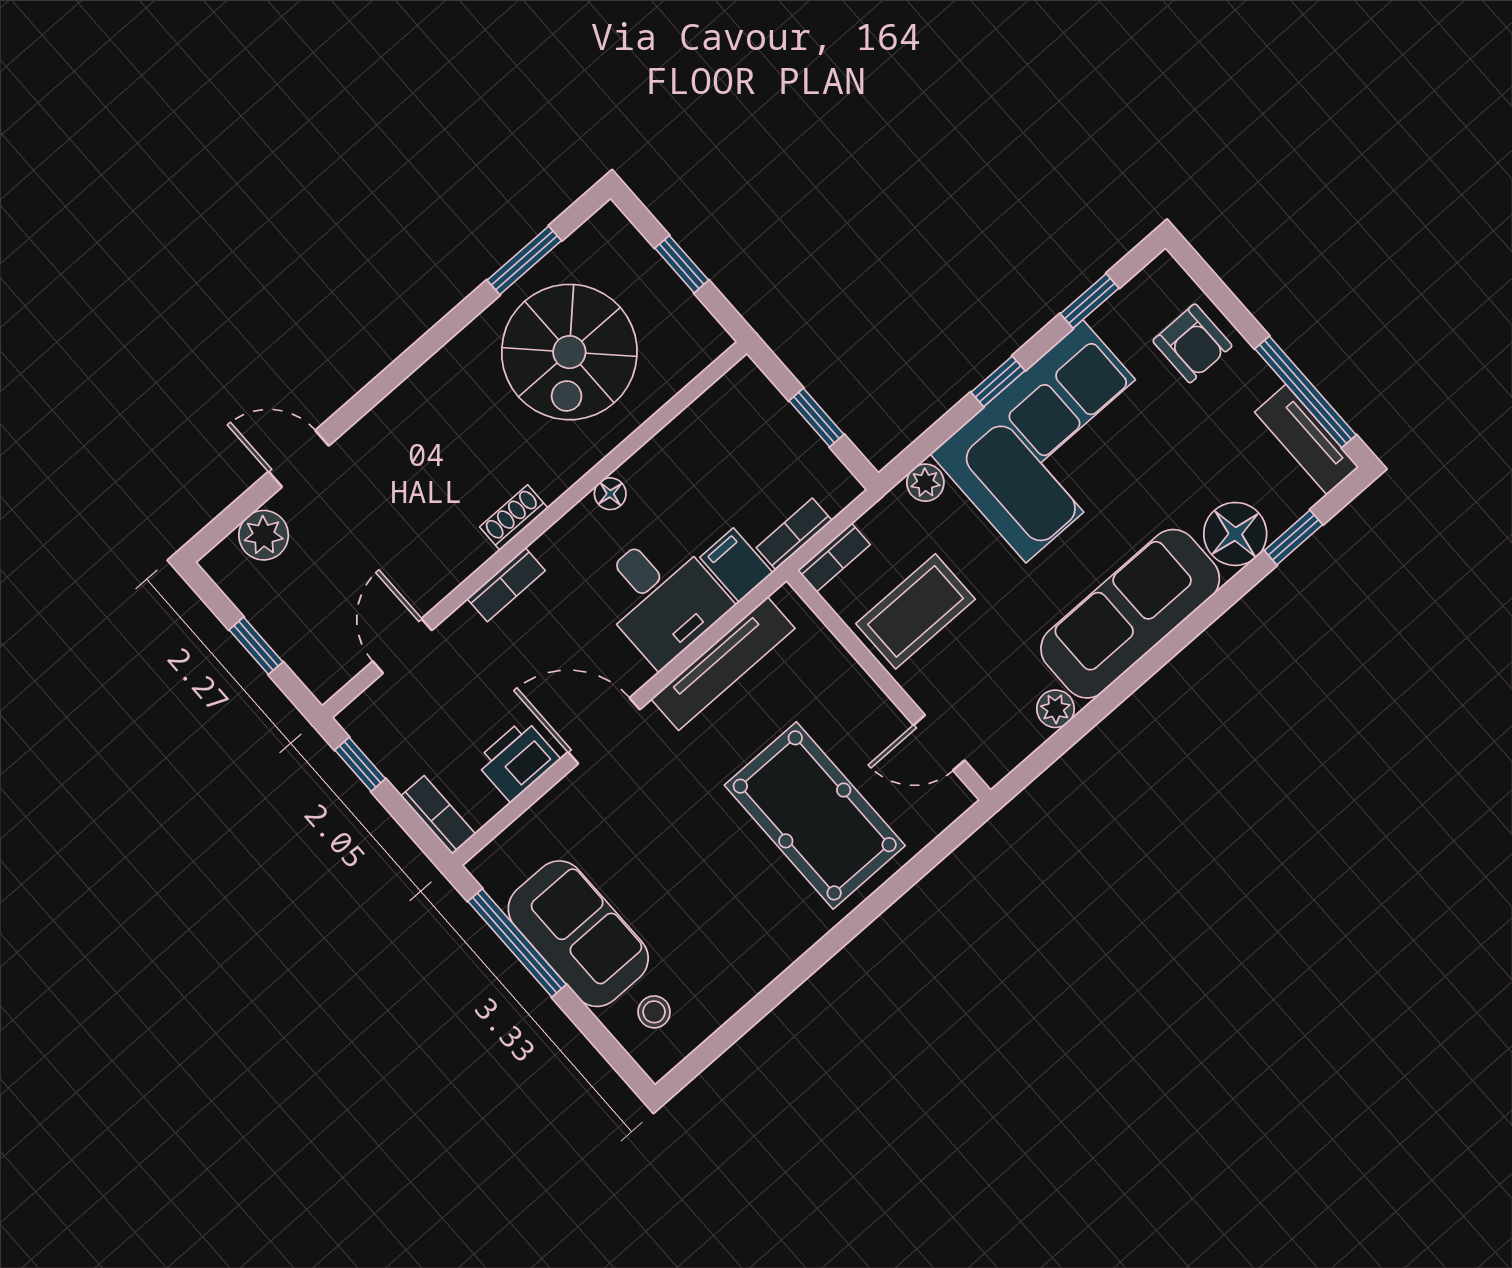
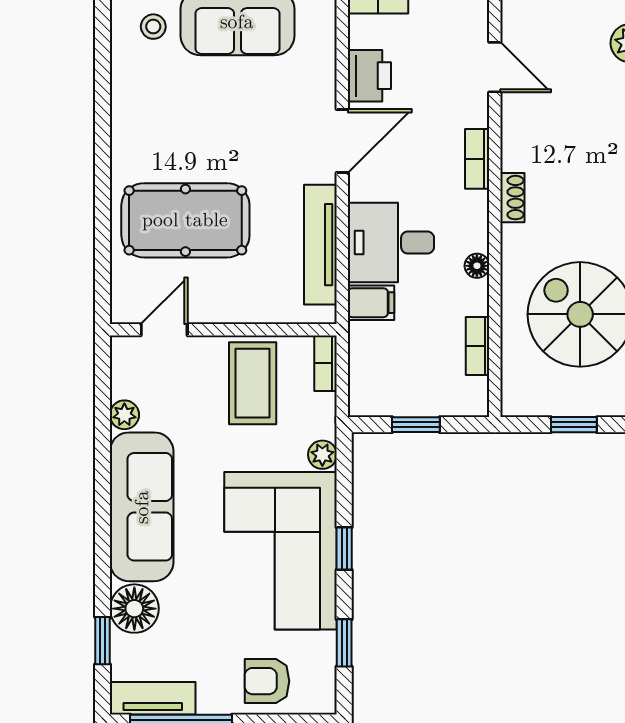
bookcase: (794, 534) -> (478, 346), moved, turned 180

